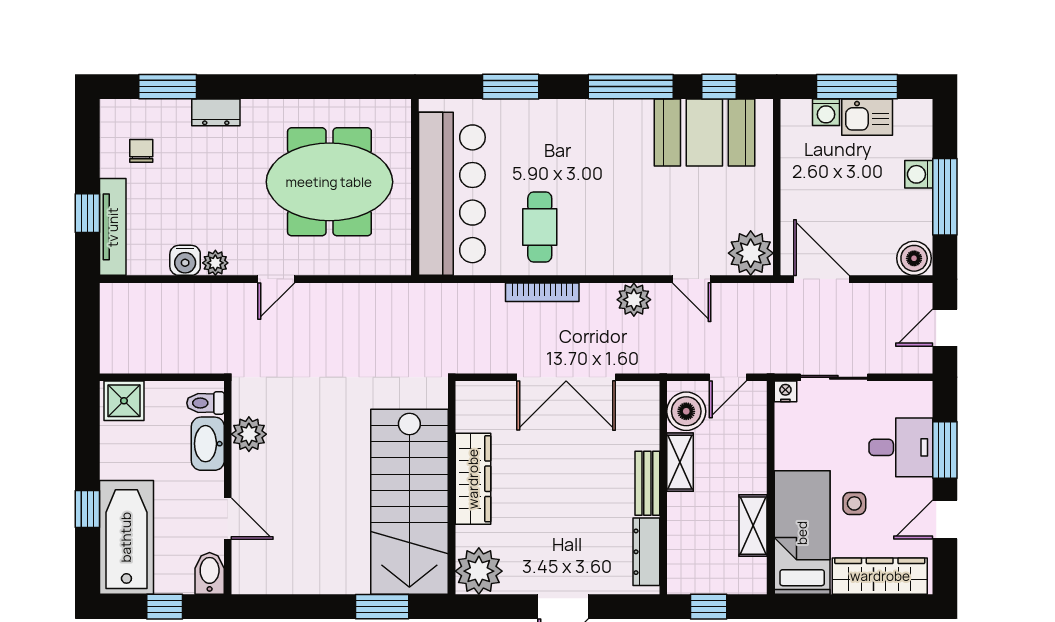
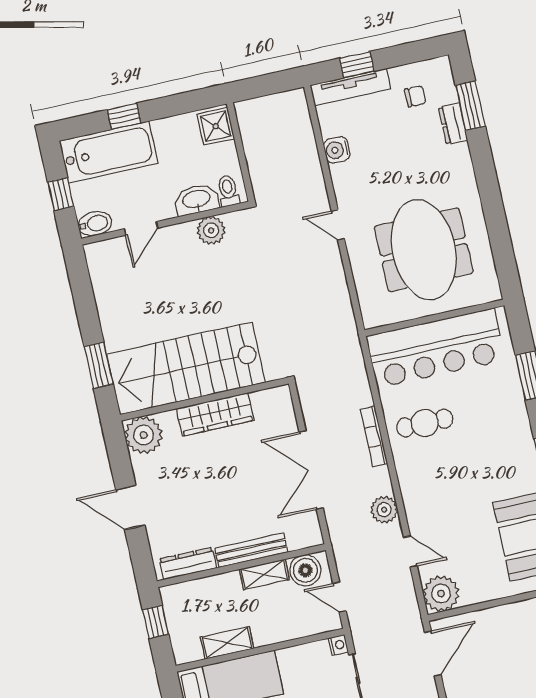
dresser: (216, 112) -> (453, 124), moved
plant: (215, 263) -> (340, 174), removed
door: (692, 279) -> (410, 552), swing flipped
bench: (647, 483) -> (251, 550), width x1.36

